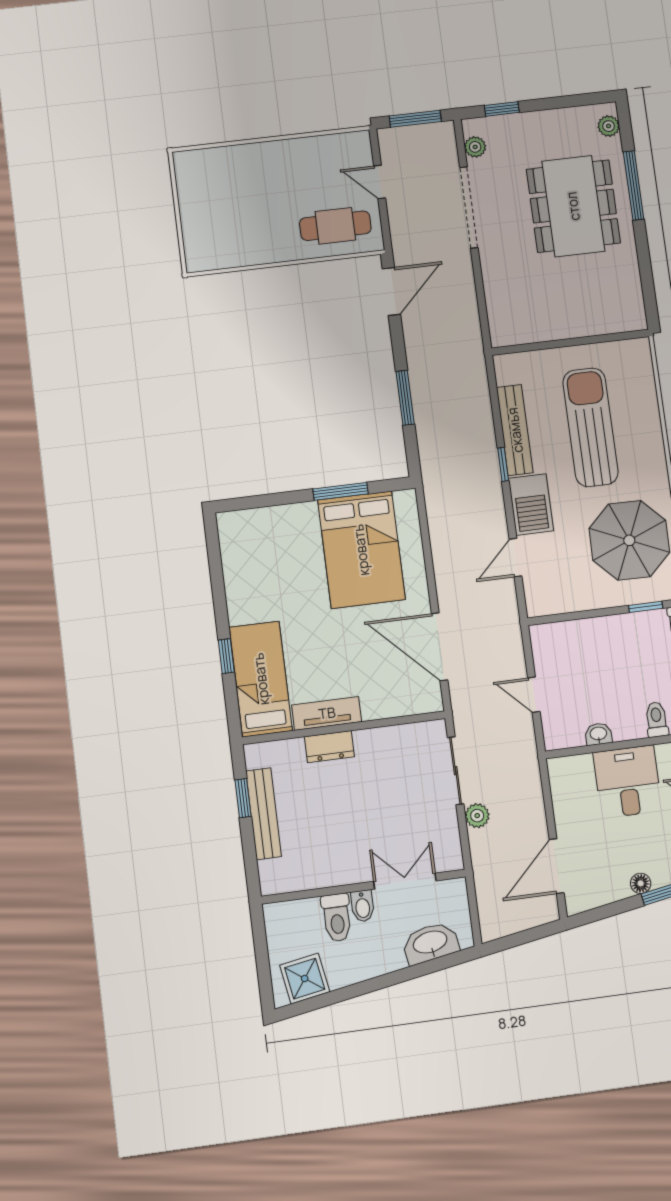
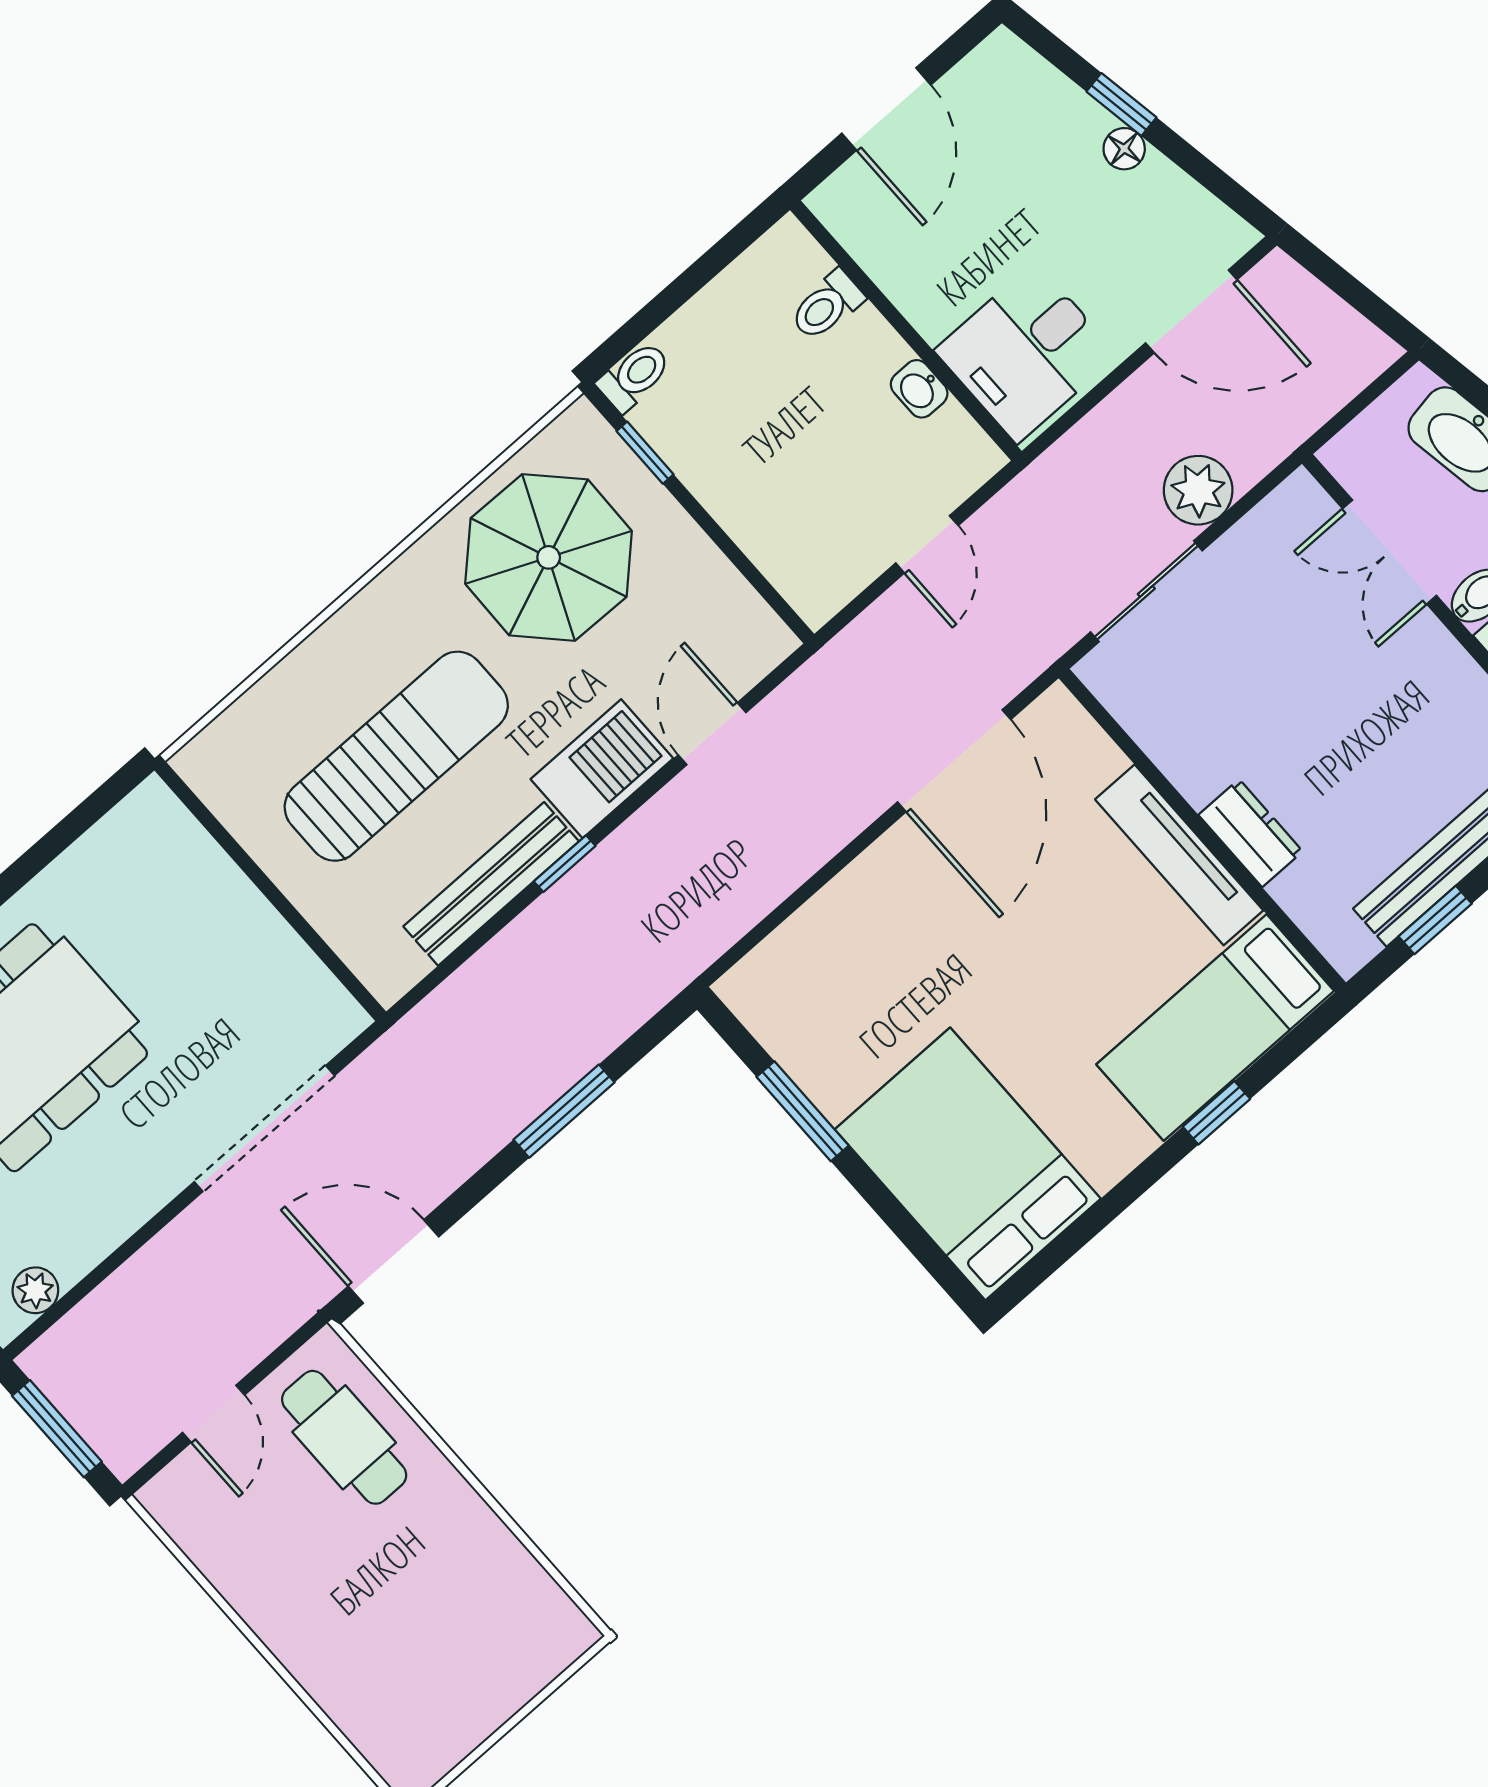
doorway: (469, 207) -> (264, 1129), moved
sun lounger: (590, 427) -> (396, 756), turned 180
bed: (361, 550) -> (968, 1164), moved, turned -90
door: (516, 558) -> (712, 734), swing flipped
tv unit: (327, 713) -> (1179, 855), width x1.41
desk: (627, 782) -> (1026, 353), moved
plant: (477, 816) -> (1198, 490), width x1.38, depth x1.38

